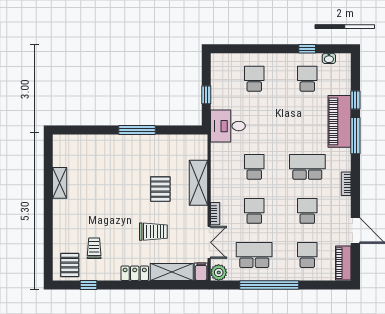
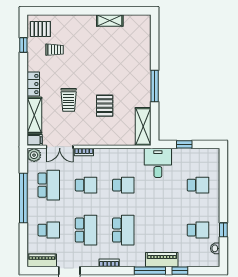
piano: (340, 121) -> (162, 260), width x0.73, depth x0.75
shelving: (199, 183) -> (143, 127), moved, turned 90
pallet: (160, 189) -> (105, 106), turned 90
school desk: (307, 211) -> (86, 230), width x1.85

